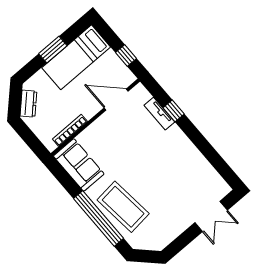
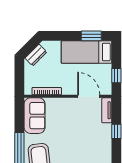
window: (53, 50) -> (91, 36), moved
tv unit: (159, 114) -> (107, 110), moved

